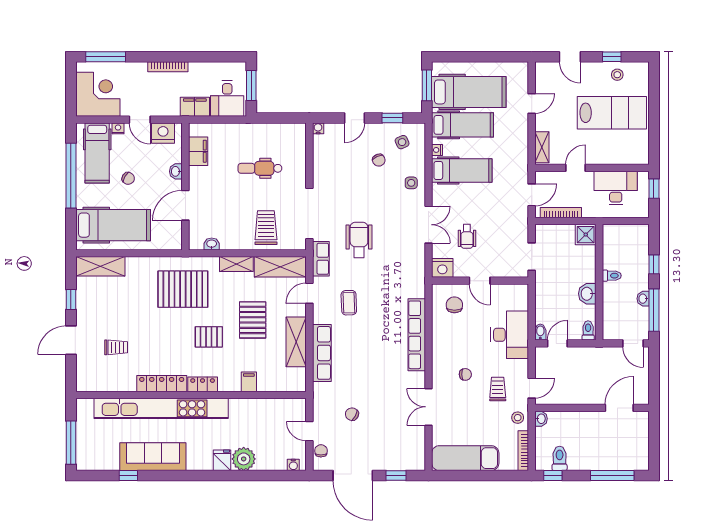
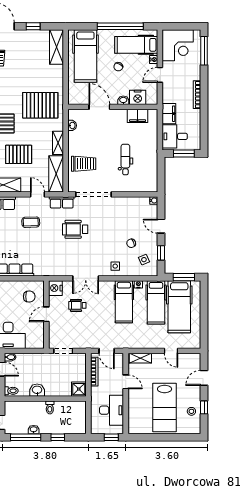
nightstand: (163, 133) -> (138, 97), moved, turned 90
wheelchair: (359, 240) -> (75, 229), turned 180
pallet: (183, 289) -> (40, 105), turned 90

